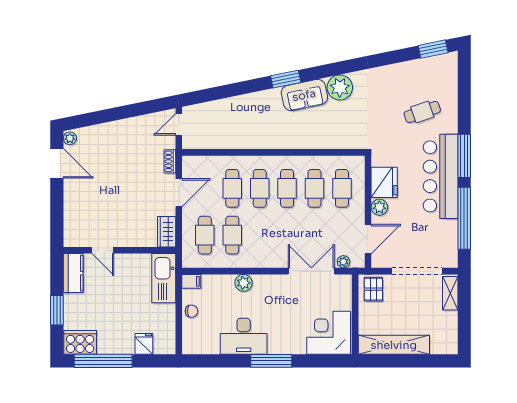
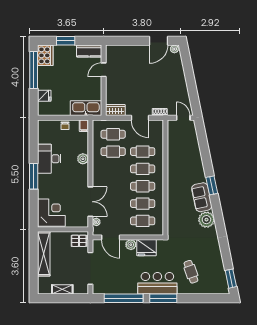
bar counter: (441, 176) -> (157, 283), width x0.73
shelving: (450, 293) -> (62, 289), moved

